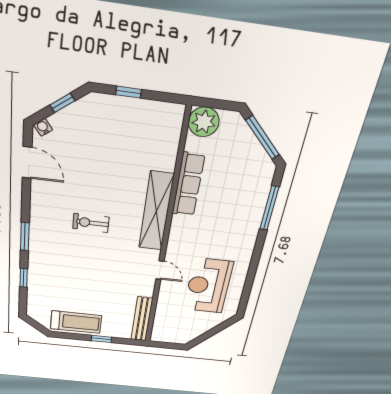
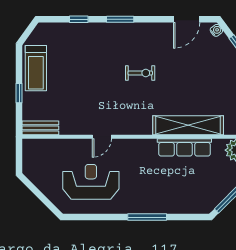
window: (269, 208) -> (147, 217), moved
shelving: (156, 212) -> (188, 125), moved
exercise bike: (91, 223) -> (140, 73), turned 90
bench: (142, 319) -> (40, 128), width x0.73

